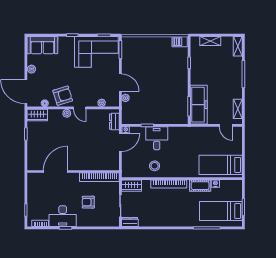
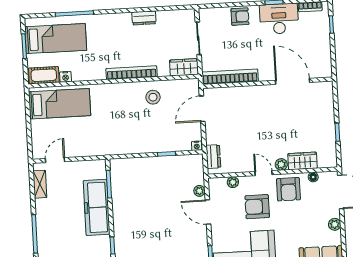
armchair: (85, 85) -> (257, 207), added
armchair: (63, 96) -> (288, 189), turned -73
freezer: (199, 105) -> (97, 207), moved
wardrobe: (37, 115) -> (302, 161), moved
door: (226, 125) -> (55, 160), hinge flipped
desk: (157, 138) -> (152, 136), removed
door: (120, 142) -> (202, 109), moved
door: (56, 172) -> (293, 81), swing flipped
cot: (200, 186) -> (44, 75), moved
armchair: (88, 202) -> (240, 17), moved
dresser: (130, 222) -> (144, 18), moved

